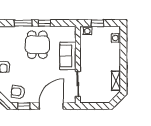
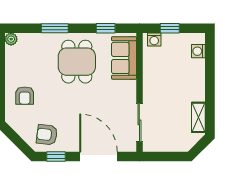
window: (45, 23) -> (106, 28), moved
sofa: (68, 56) -> (124, 58), moved
door: (51, 106) -> (98, 157), hinge flipped

